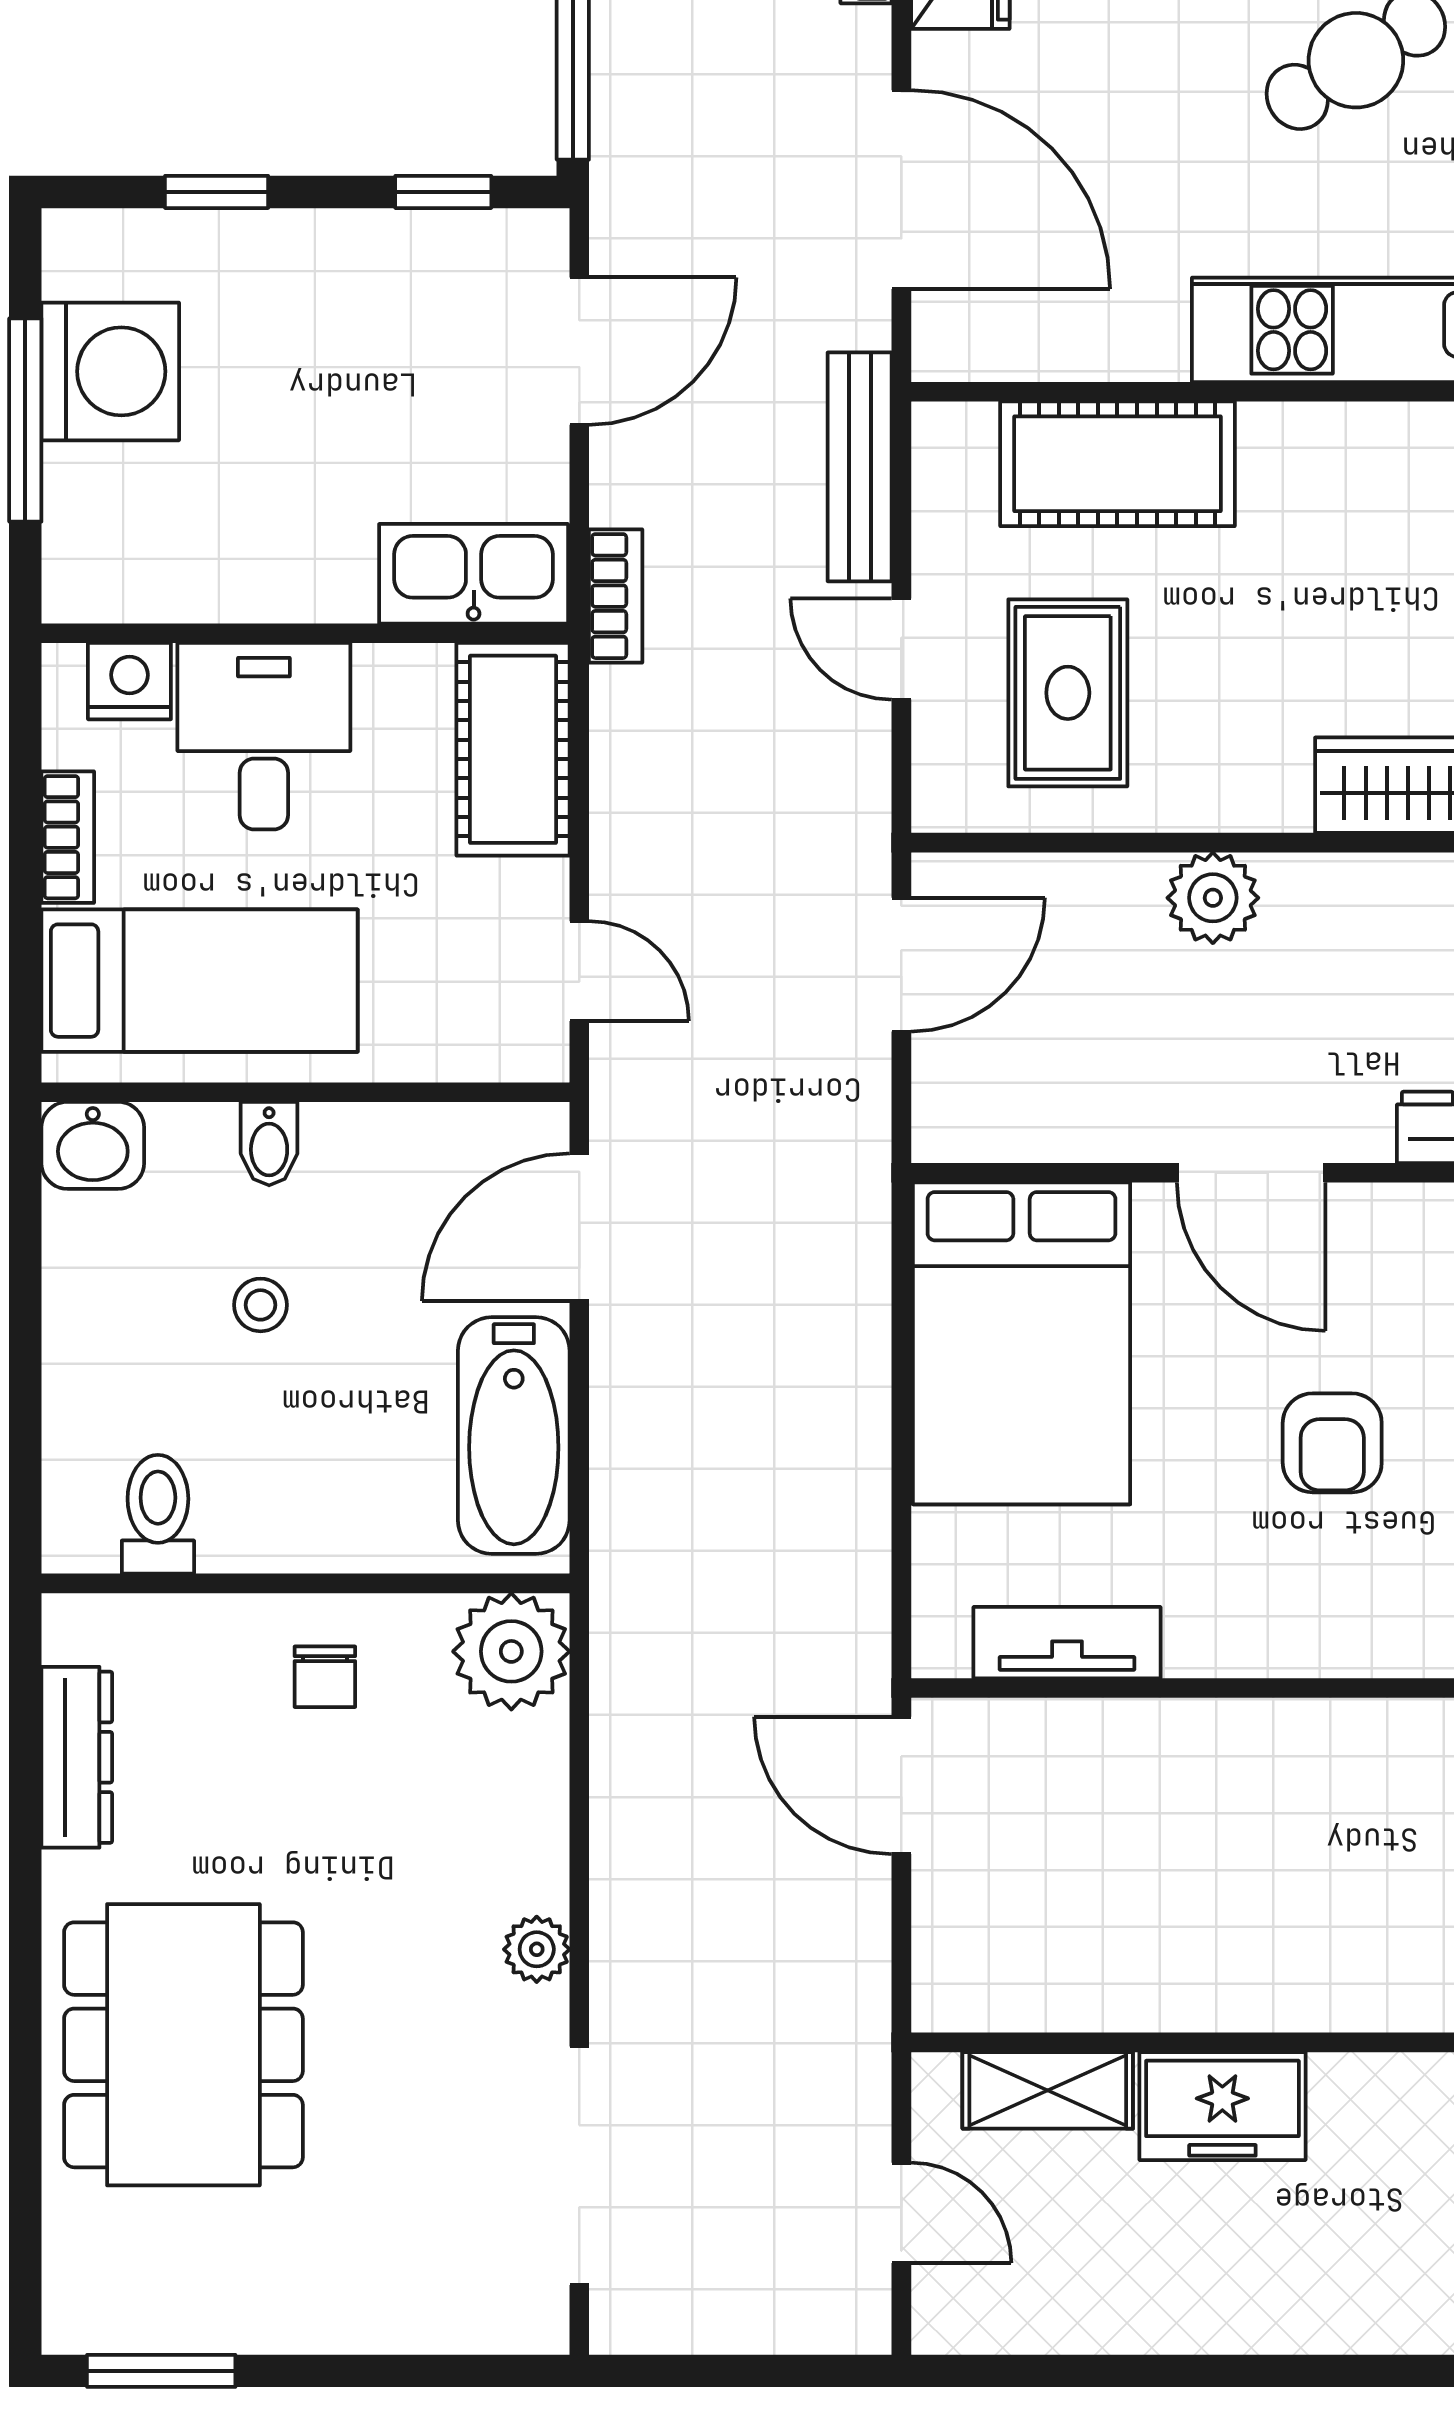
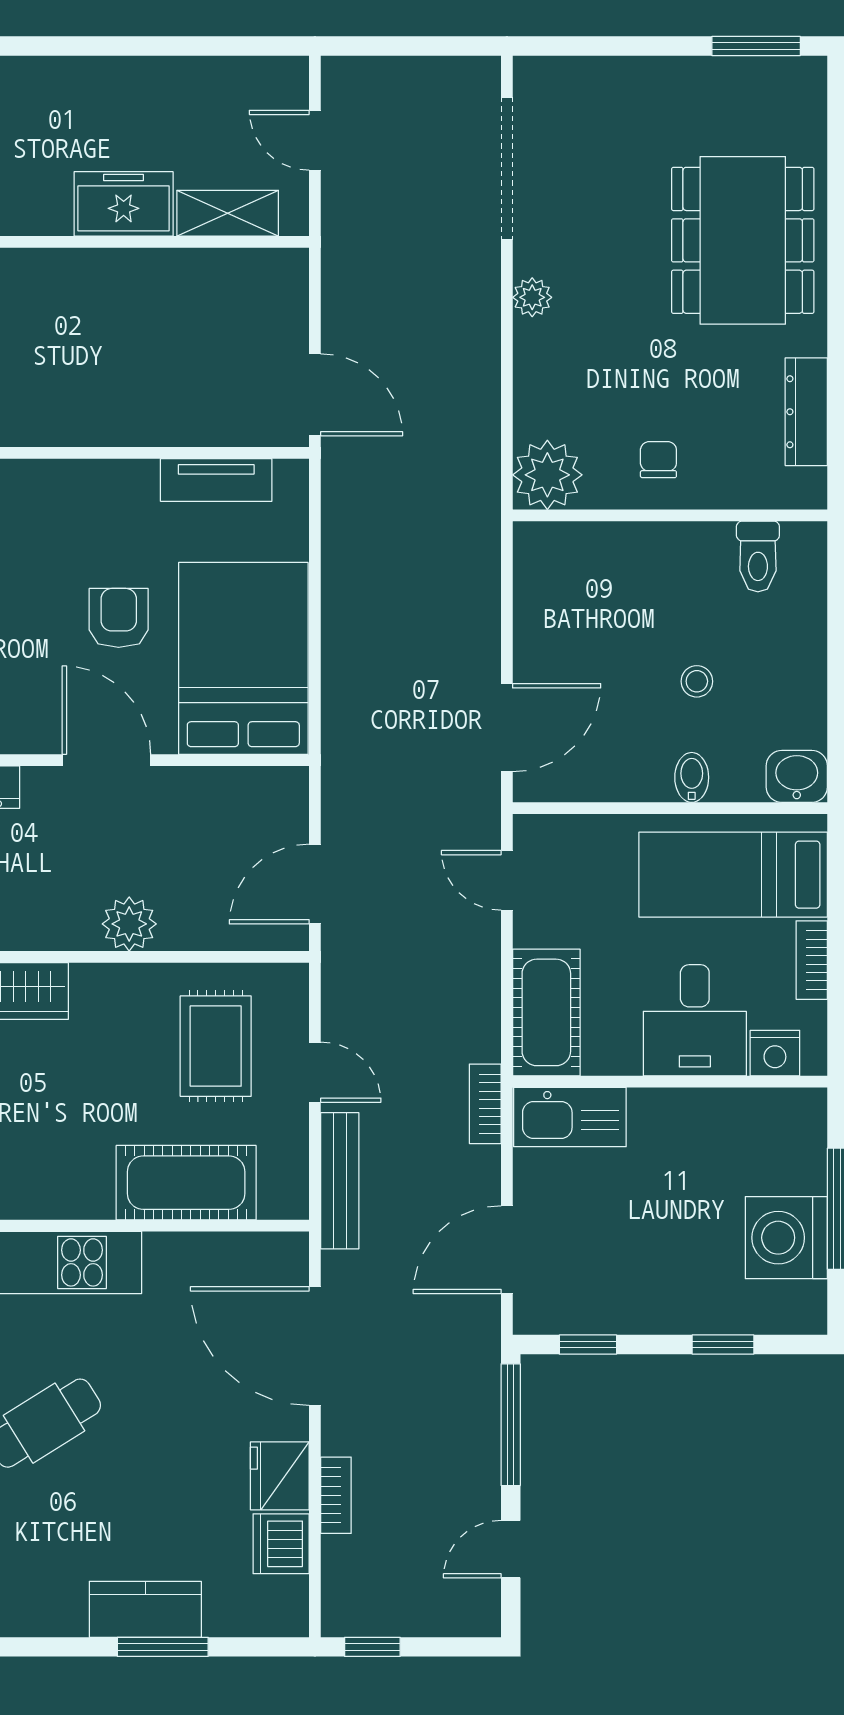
bathtub: (514, 1436) -> (546, 603), removed
armchair: (1332, 1443) -> (119, 618), moved

